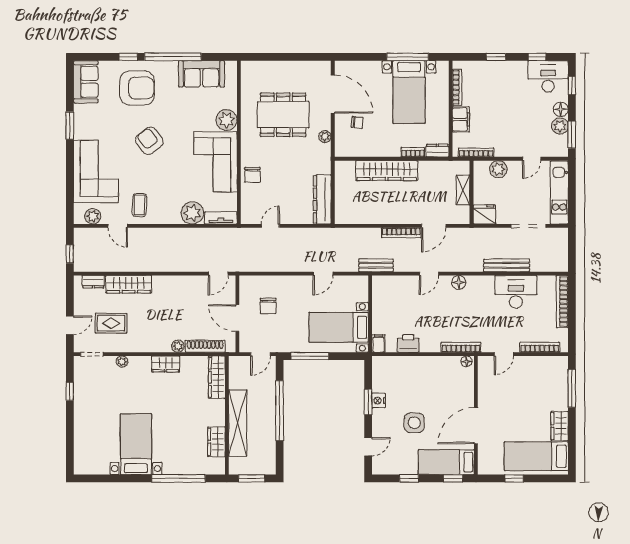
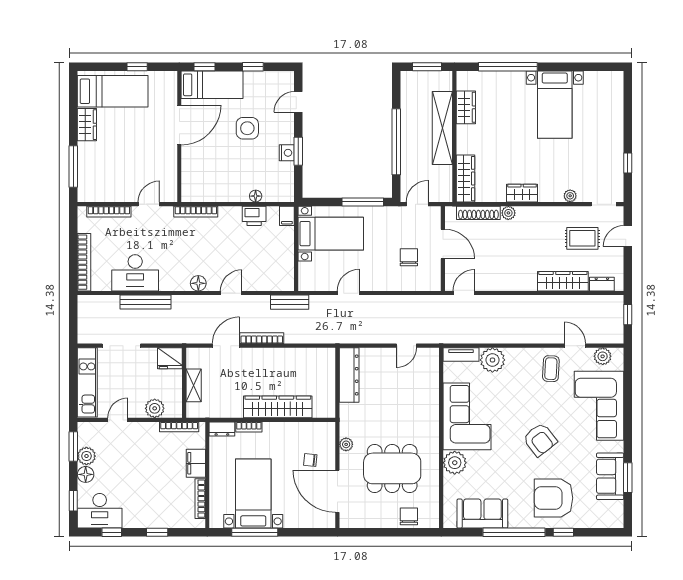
sofa: (86, 82) -> (610, 476), moved
window: (70, 125) -> (628, 478), moved
chair: (252, 175) -> (409, 516), moved
floor lamp: (466, 361) -> (256, 196), moved

